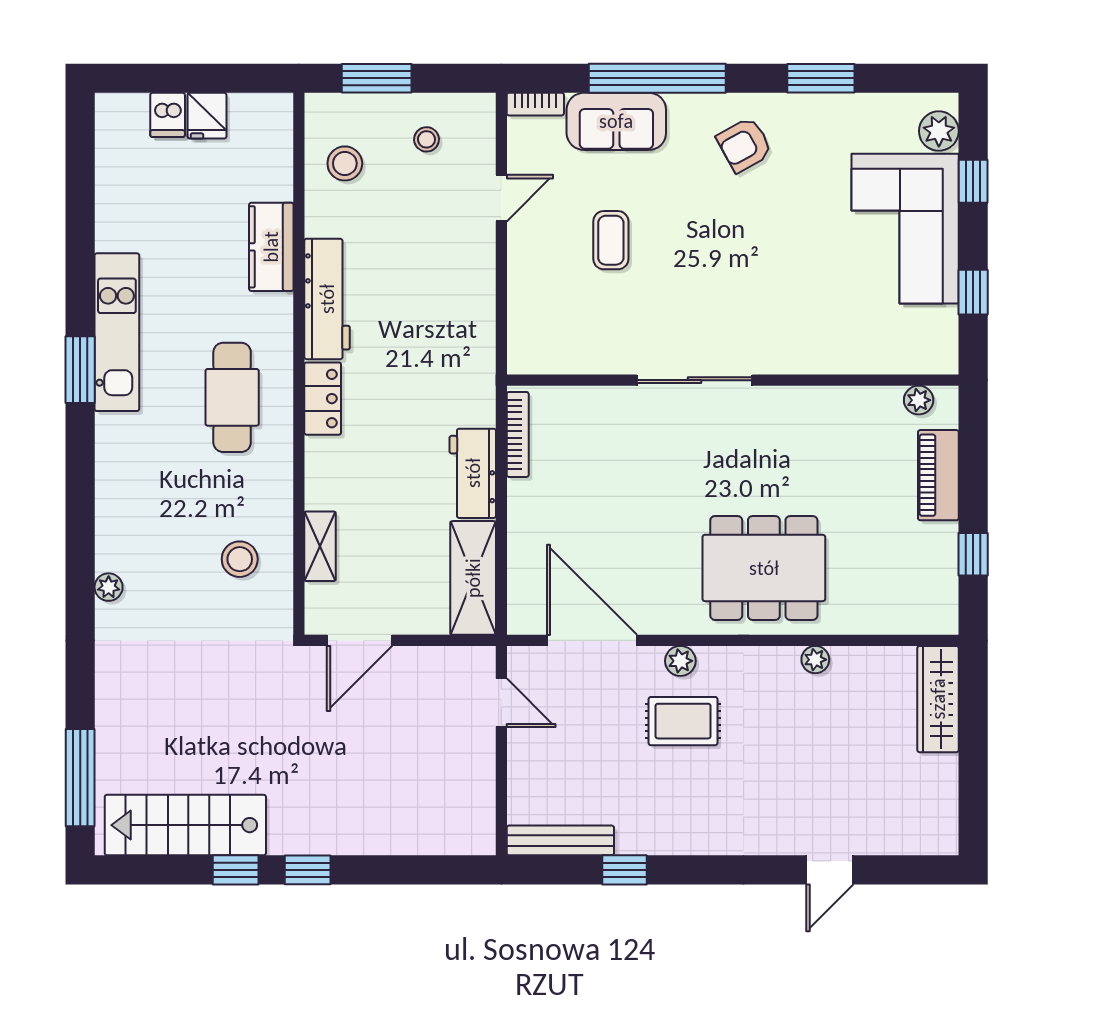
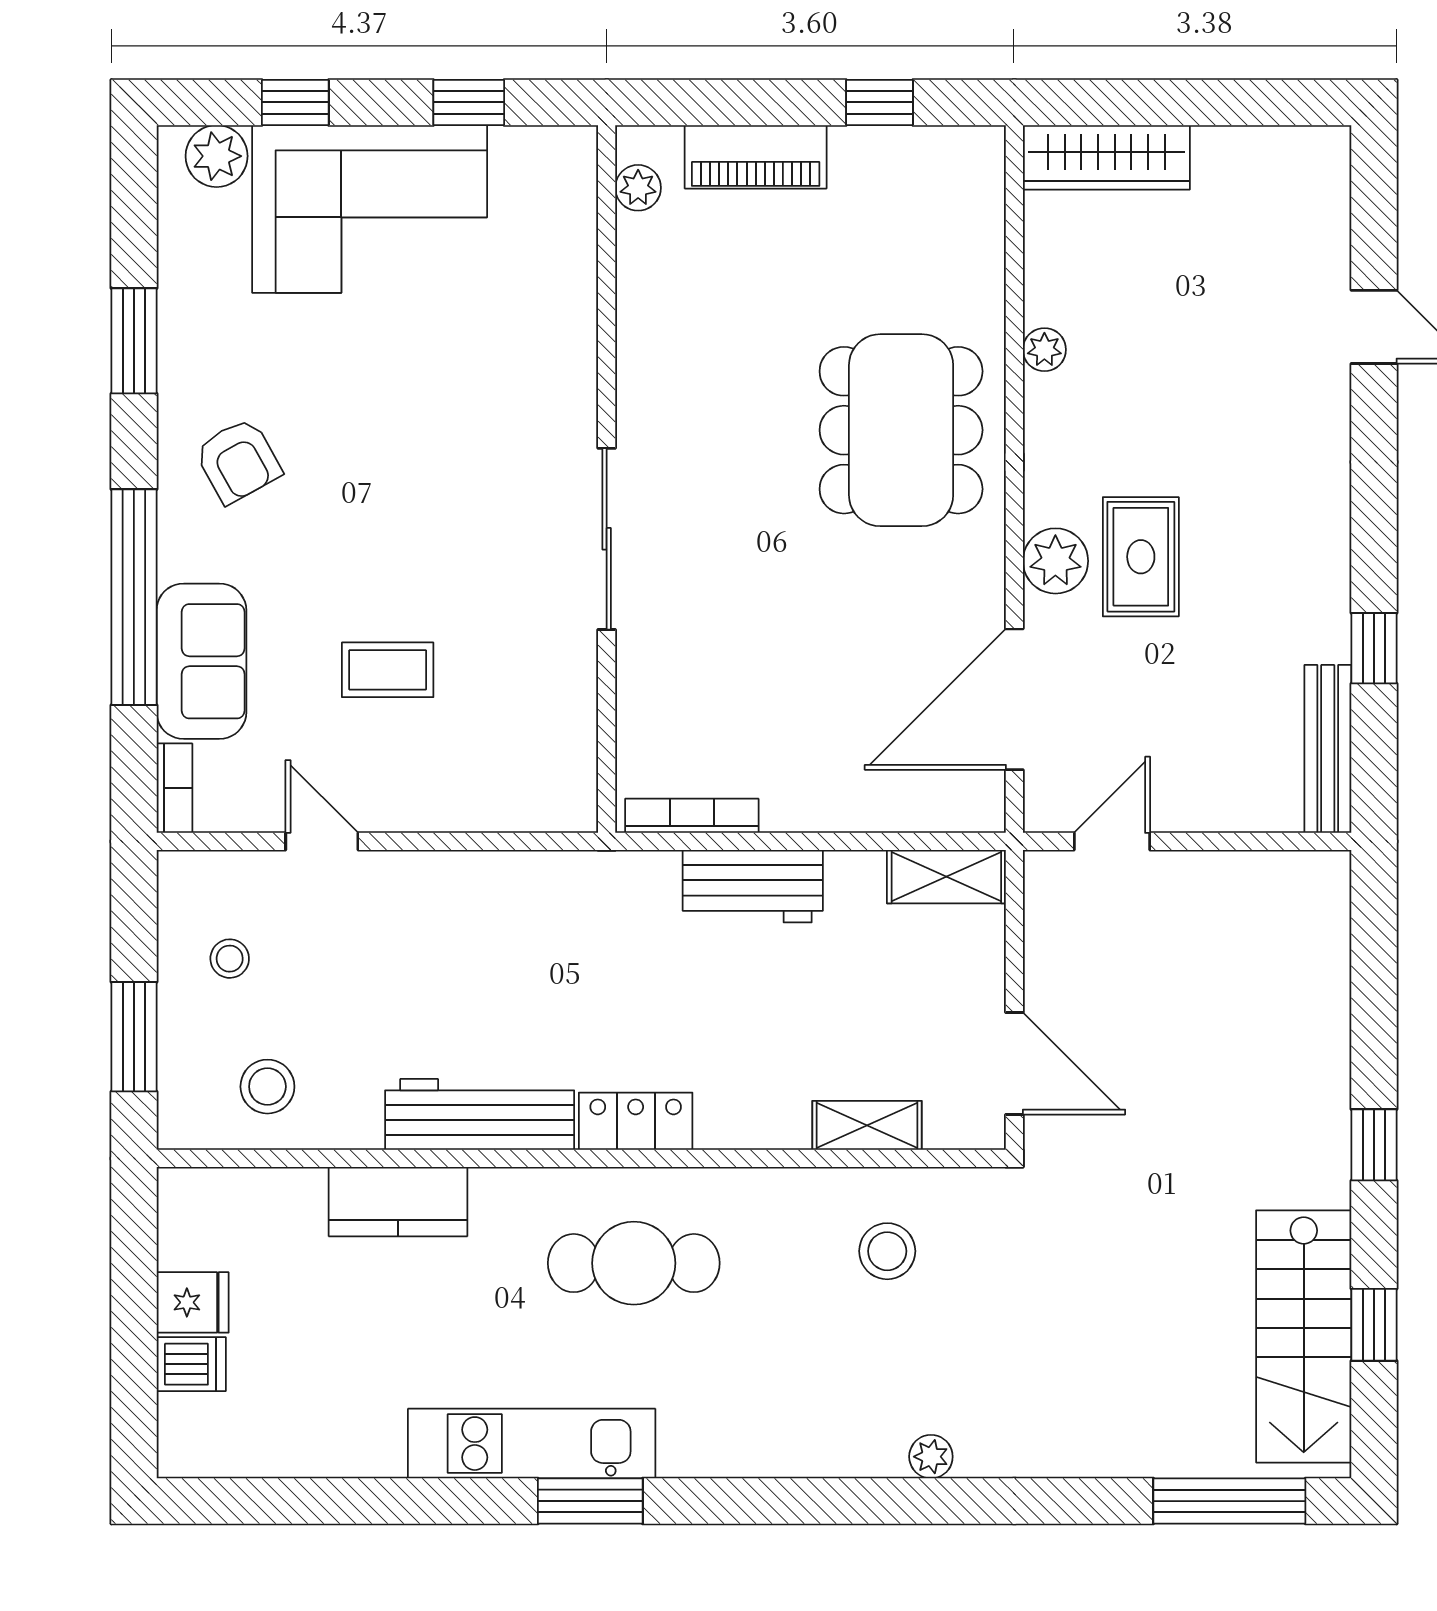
shelving: (473, 578) -> (946, 877), width x0.67, depth x0.75
plant: (680, 661) -> (1055, 561), width x1.38, depth x1.38
window: (236, 870) -> (1374, 1325), moved

